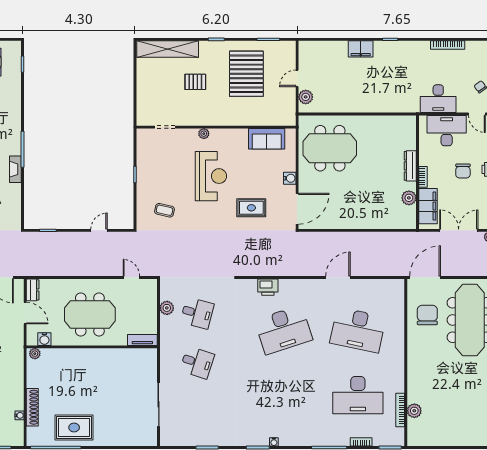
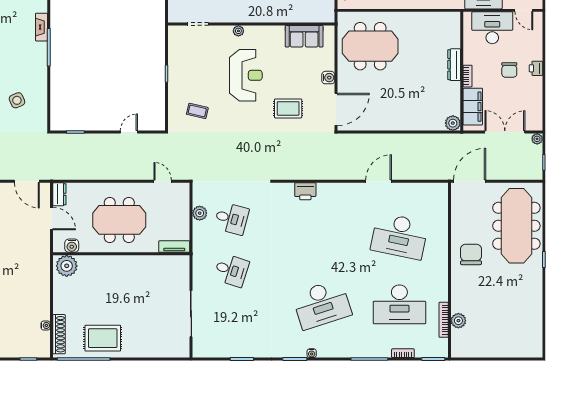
fireplace: (15, 169) -> (41, 27), moved
plant: (409, 198) -> (453, 123), moved
chair: (427, 315) -> (471, 254), moved
desk: (284, 330) -> (322, 304), moved
plant: (35, 354) -> (67, 266), width x1.88, depth x1.88
shoe rack: (32, 407) -> (59, 334), moved

